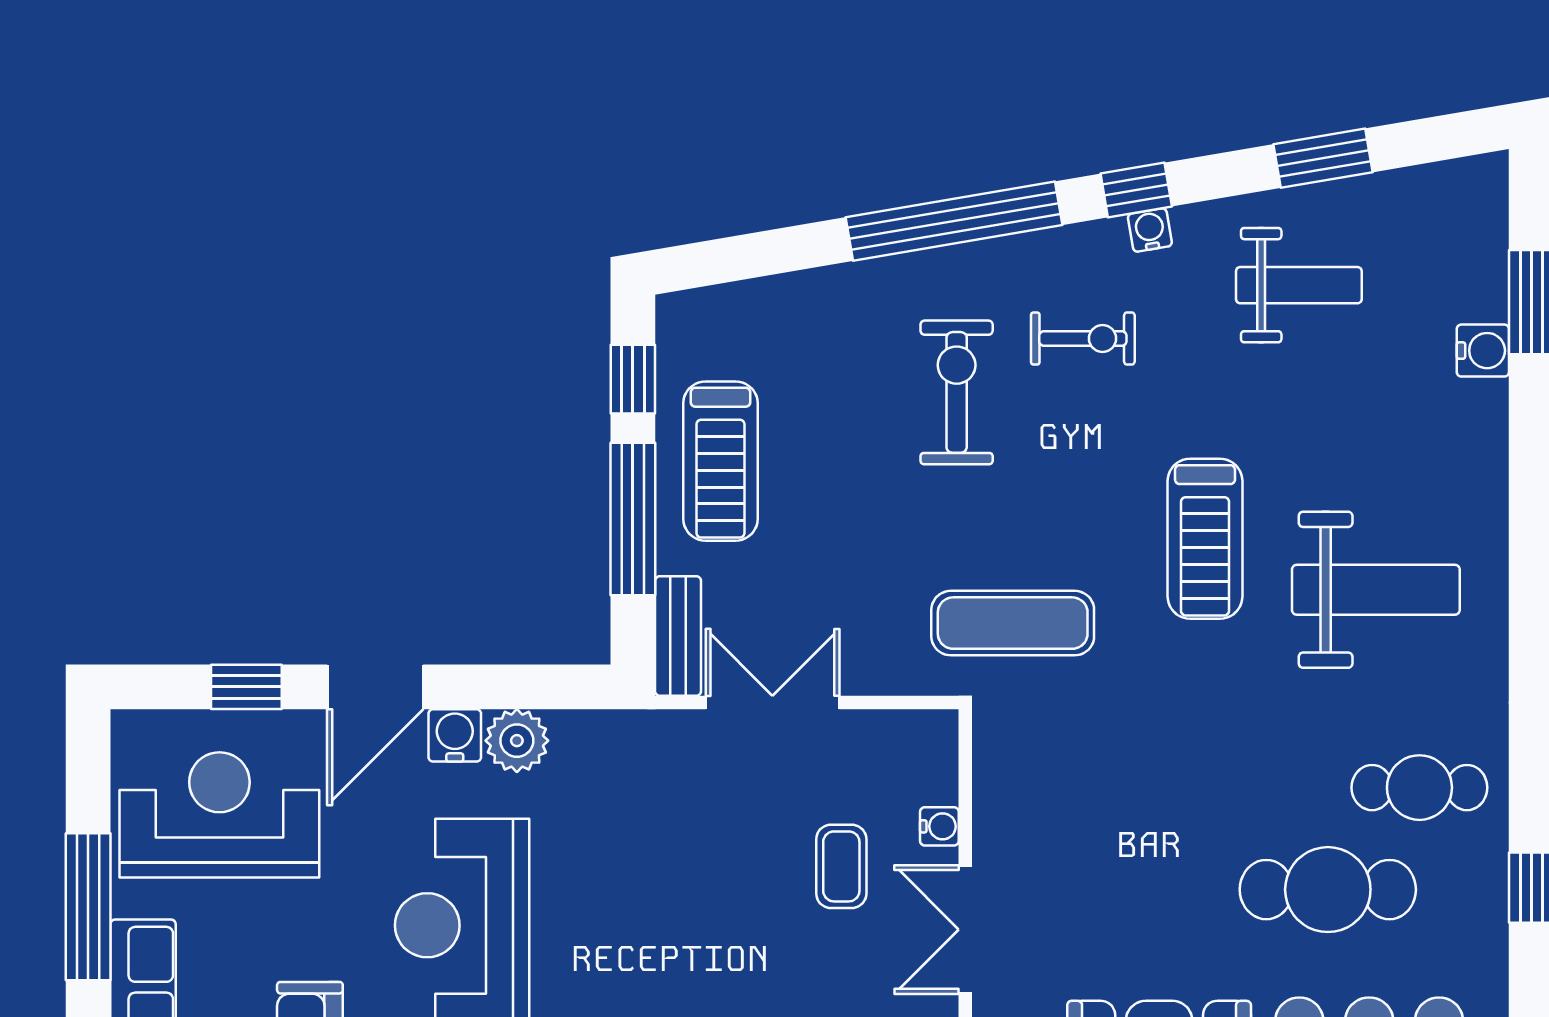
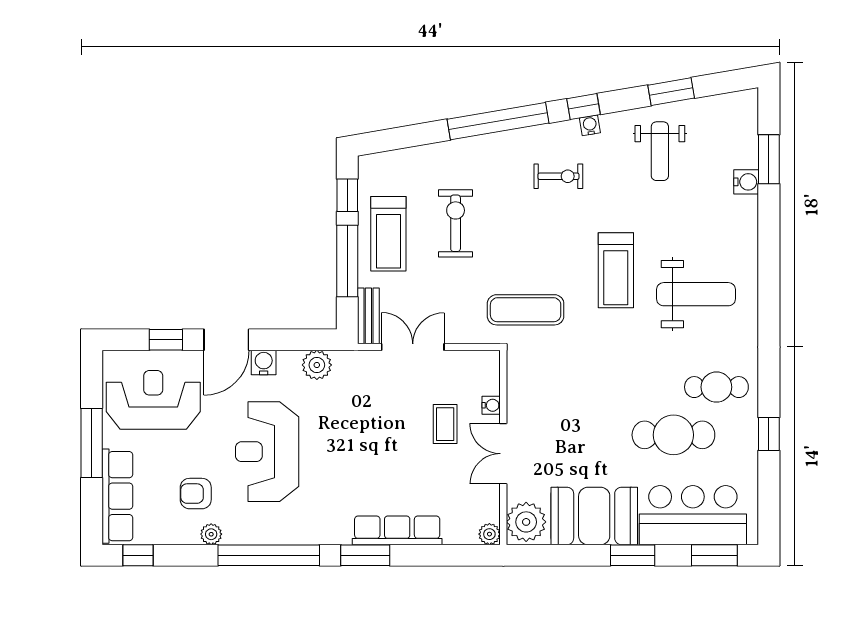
weight bench: (1299, 285) -> (660, 151), turned 90
exercise bike: (957, 392) -> (456, 223), moved
plant: (517, 741) -> (317, 365), moved

